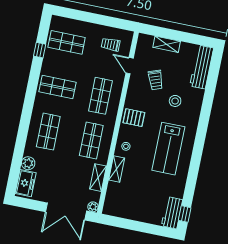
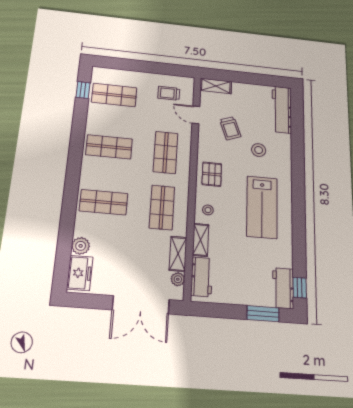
shelving: (167, 44) -> (216, 86), moved
window: (40, 50) -> (83, 90), moved
pallet: (134, 118) -> (212, 174), turned 90
shop shelf: (48, 132) -> (104, 202), turned 90
workbench: (113, 197) -> (202, 277), added
plant: (93, 207) -> (178, 279), moved
window: (153, 229) -> (263, 314), added

